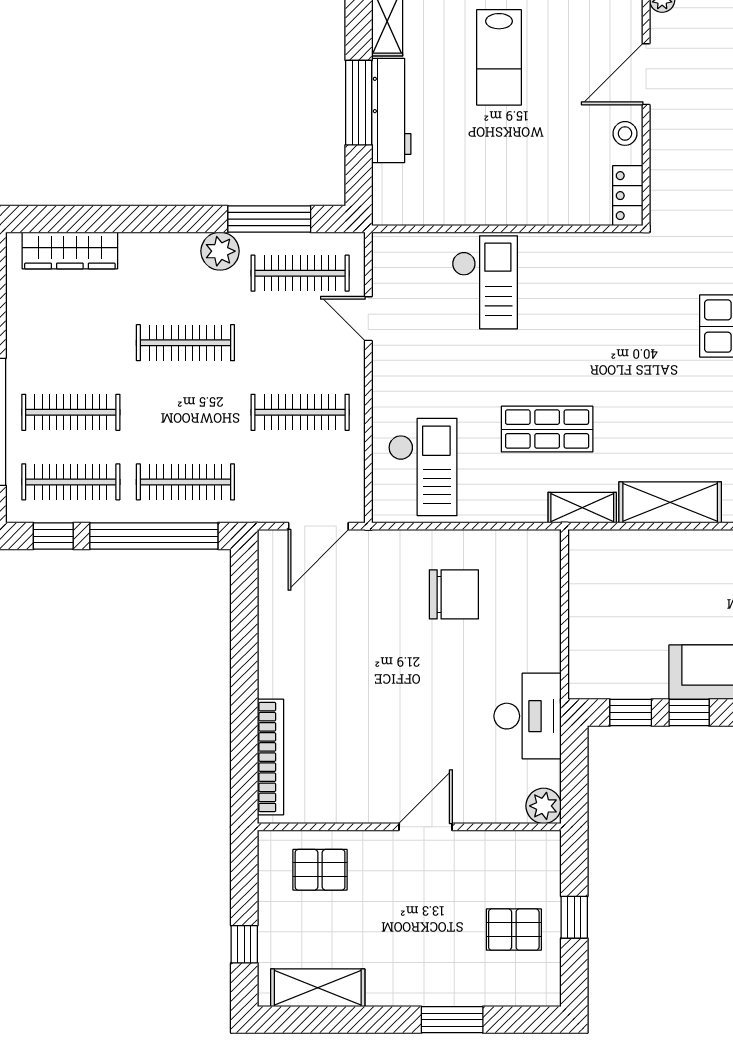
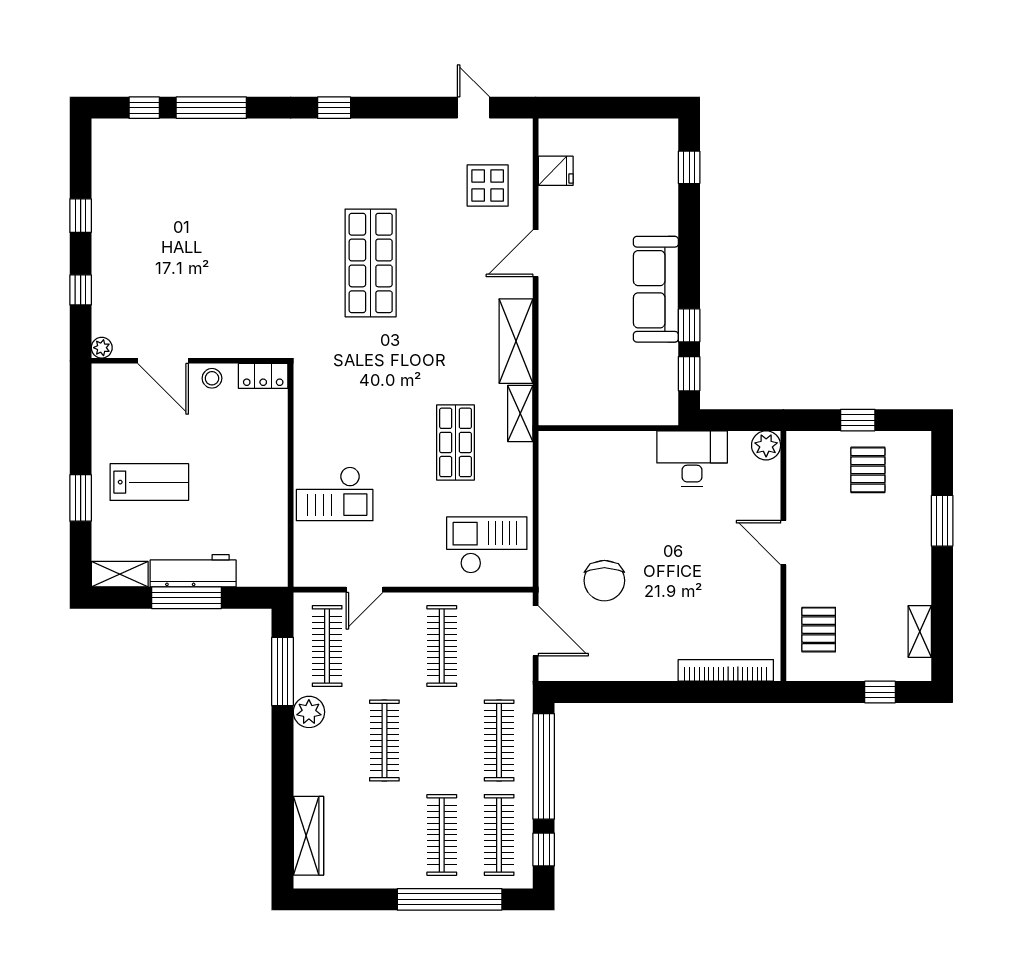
checkout: (485, 282) -> (335, 494), turned 180
chair: (454, 594) -> (604, 581), moved, turned 180
shelving: (318, 988) -> (920, 631), width x0.67, depth x0.75

